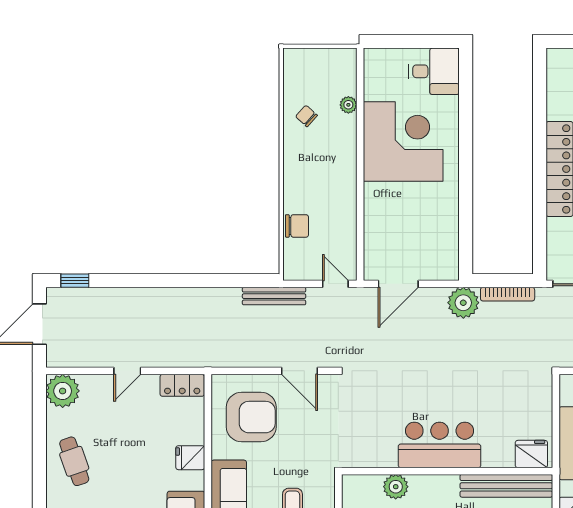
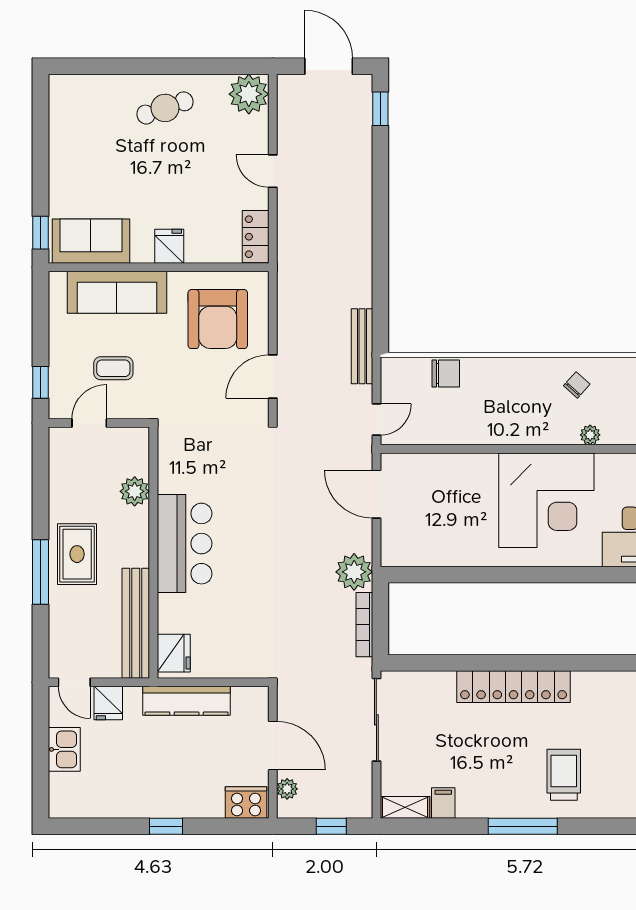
chair: (297, 226) -> (446, 374), turned -90

